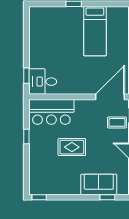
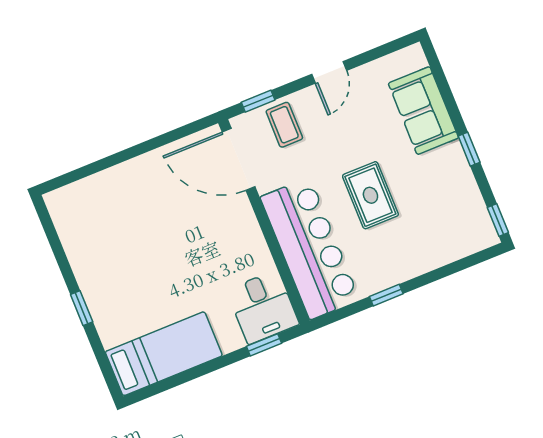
bed: (95, 31) -> (164, 354), moved
bar counter: (51, 112) -> (310, 248), width x1.36
window: (107, 197) -> (469, 149), moved

